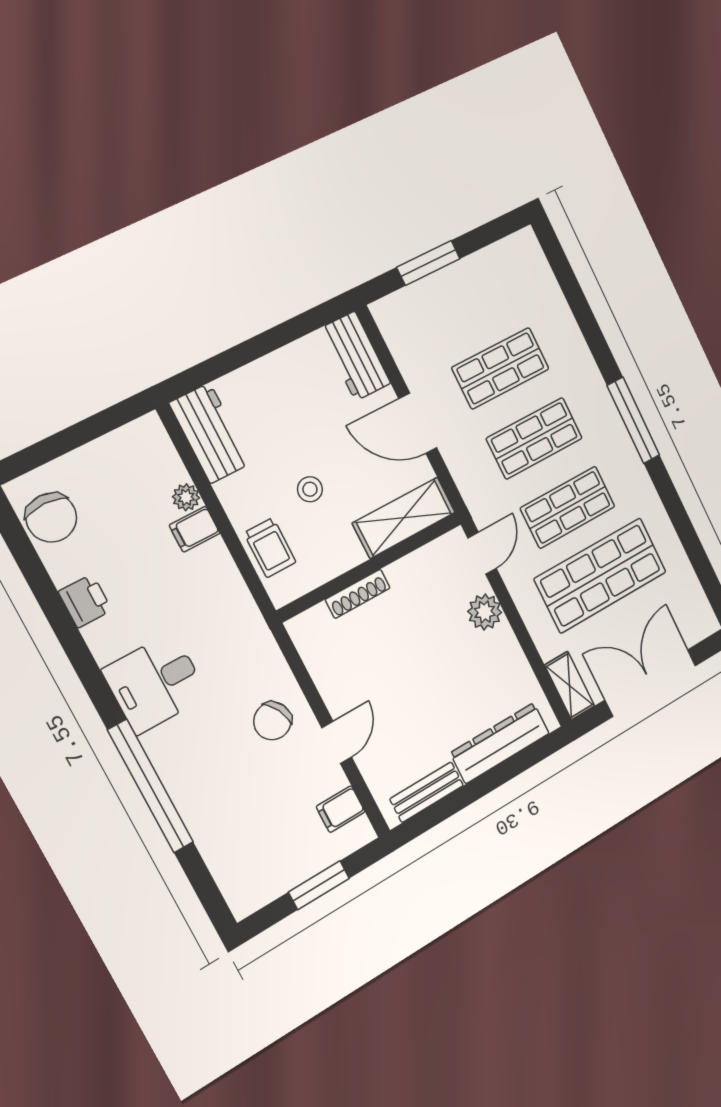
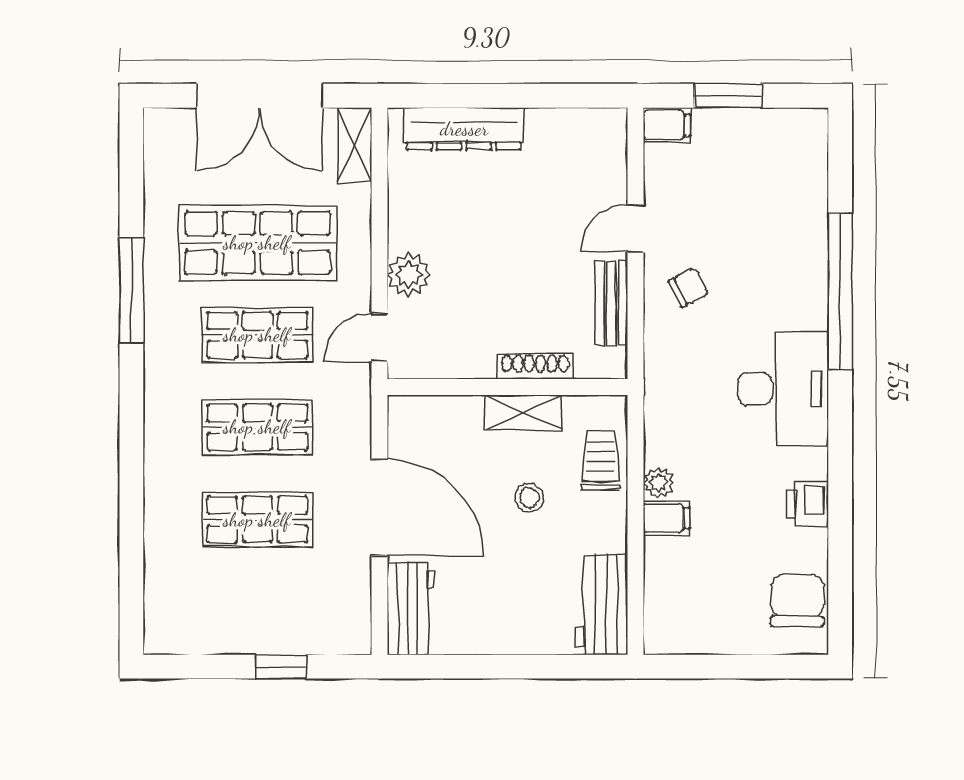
window: (428, 263) -> (281, 667), width x0.67
window: (633, 420) -> (131, 290), moved
door: (418, 423) -> (379, 507), width x1.36
plant: (186, 497) -> (658, 483), moved
shelving: (404, 518) -> (523, 412), moved, width x0.67, depth x0.75
desk: (155, 683) -> (783, 389), width x1.37
chair: (272, 721) -> (689, 287), width x0.73, depth x0.73
bench: (427, 792) -> (611, 303), moved, turned 90
filing cabinet: (341, 809) -> (667, 125), moved

